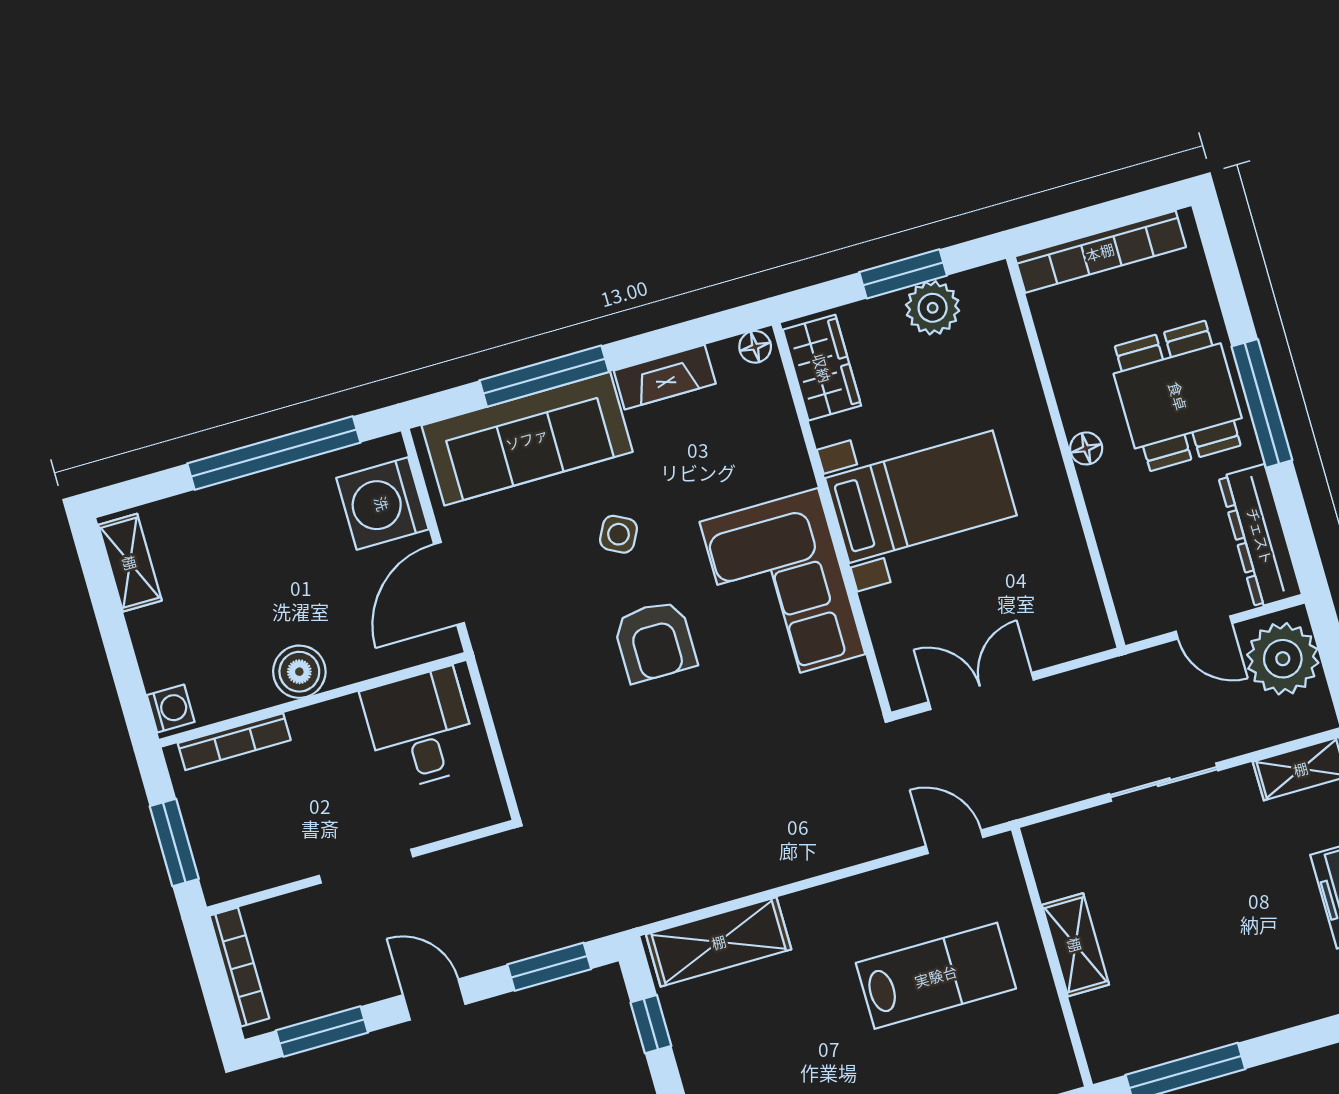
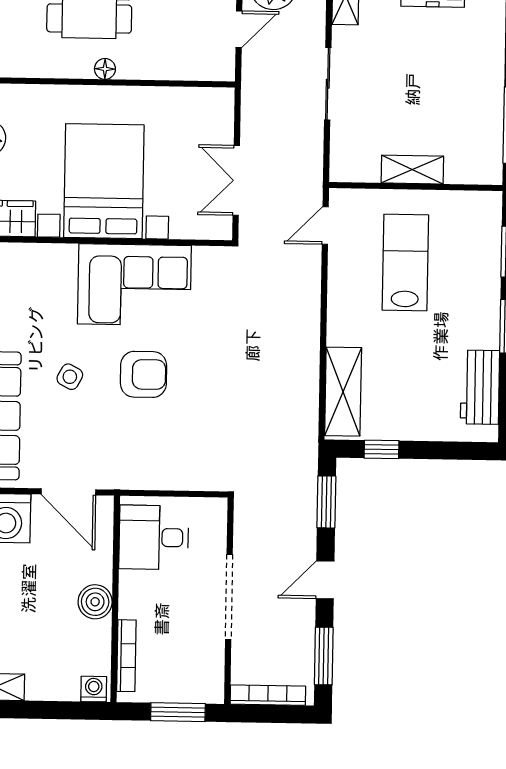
bed with nightstands: (921, 497) -> (104, 181), width x1.36
doorway: (366, 866) -> (229, 597), width x1.36

